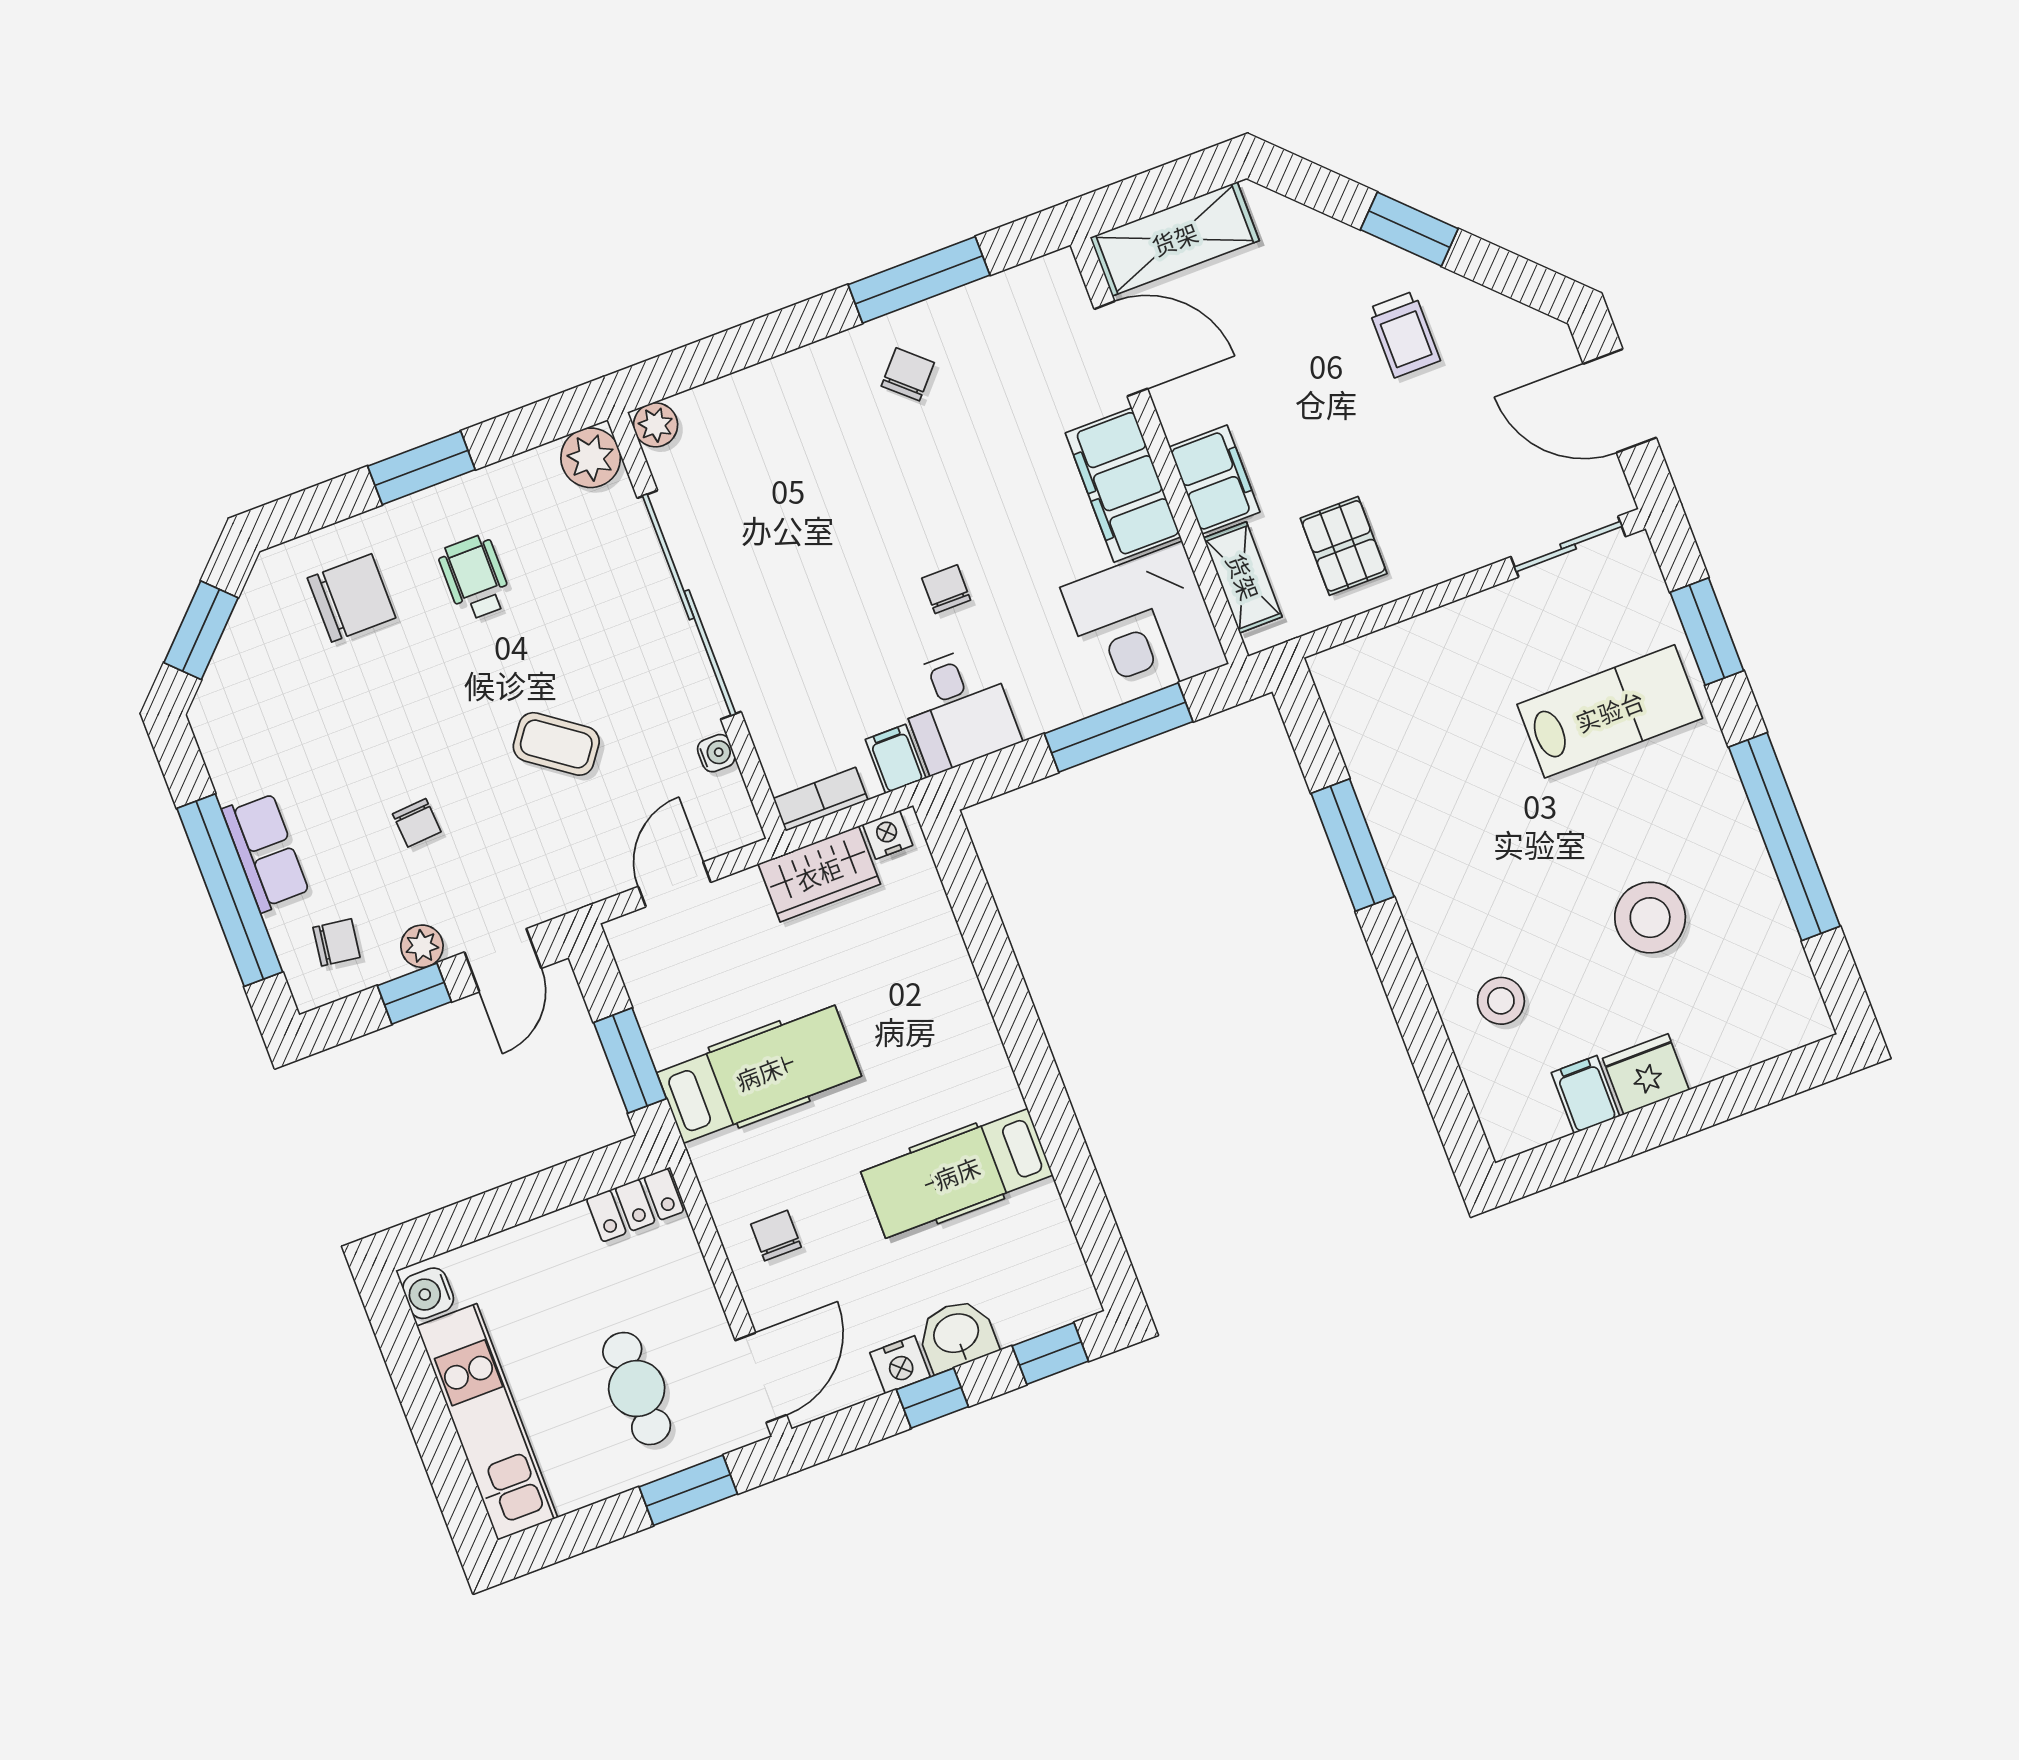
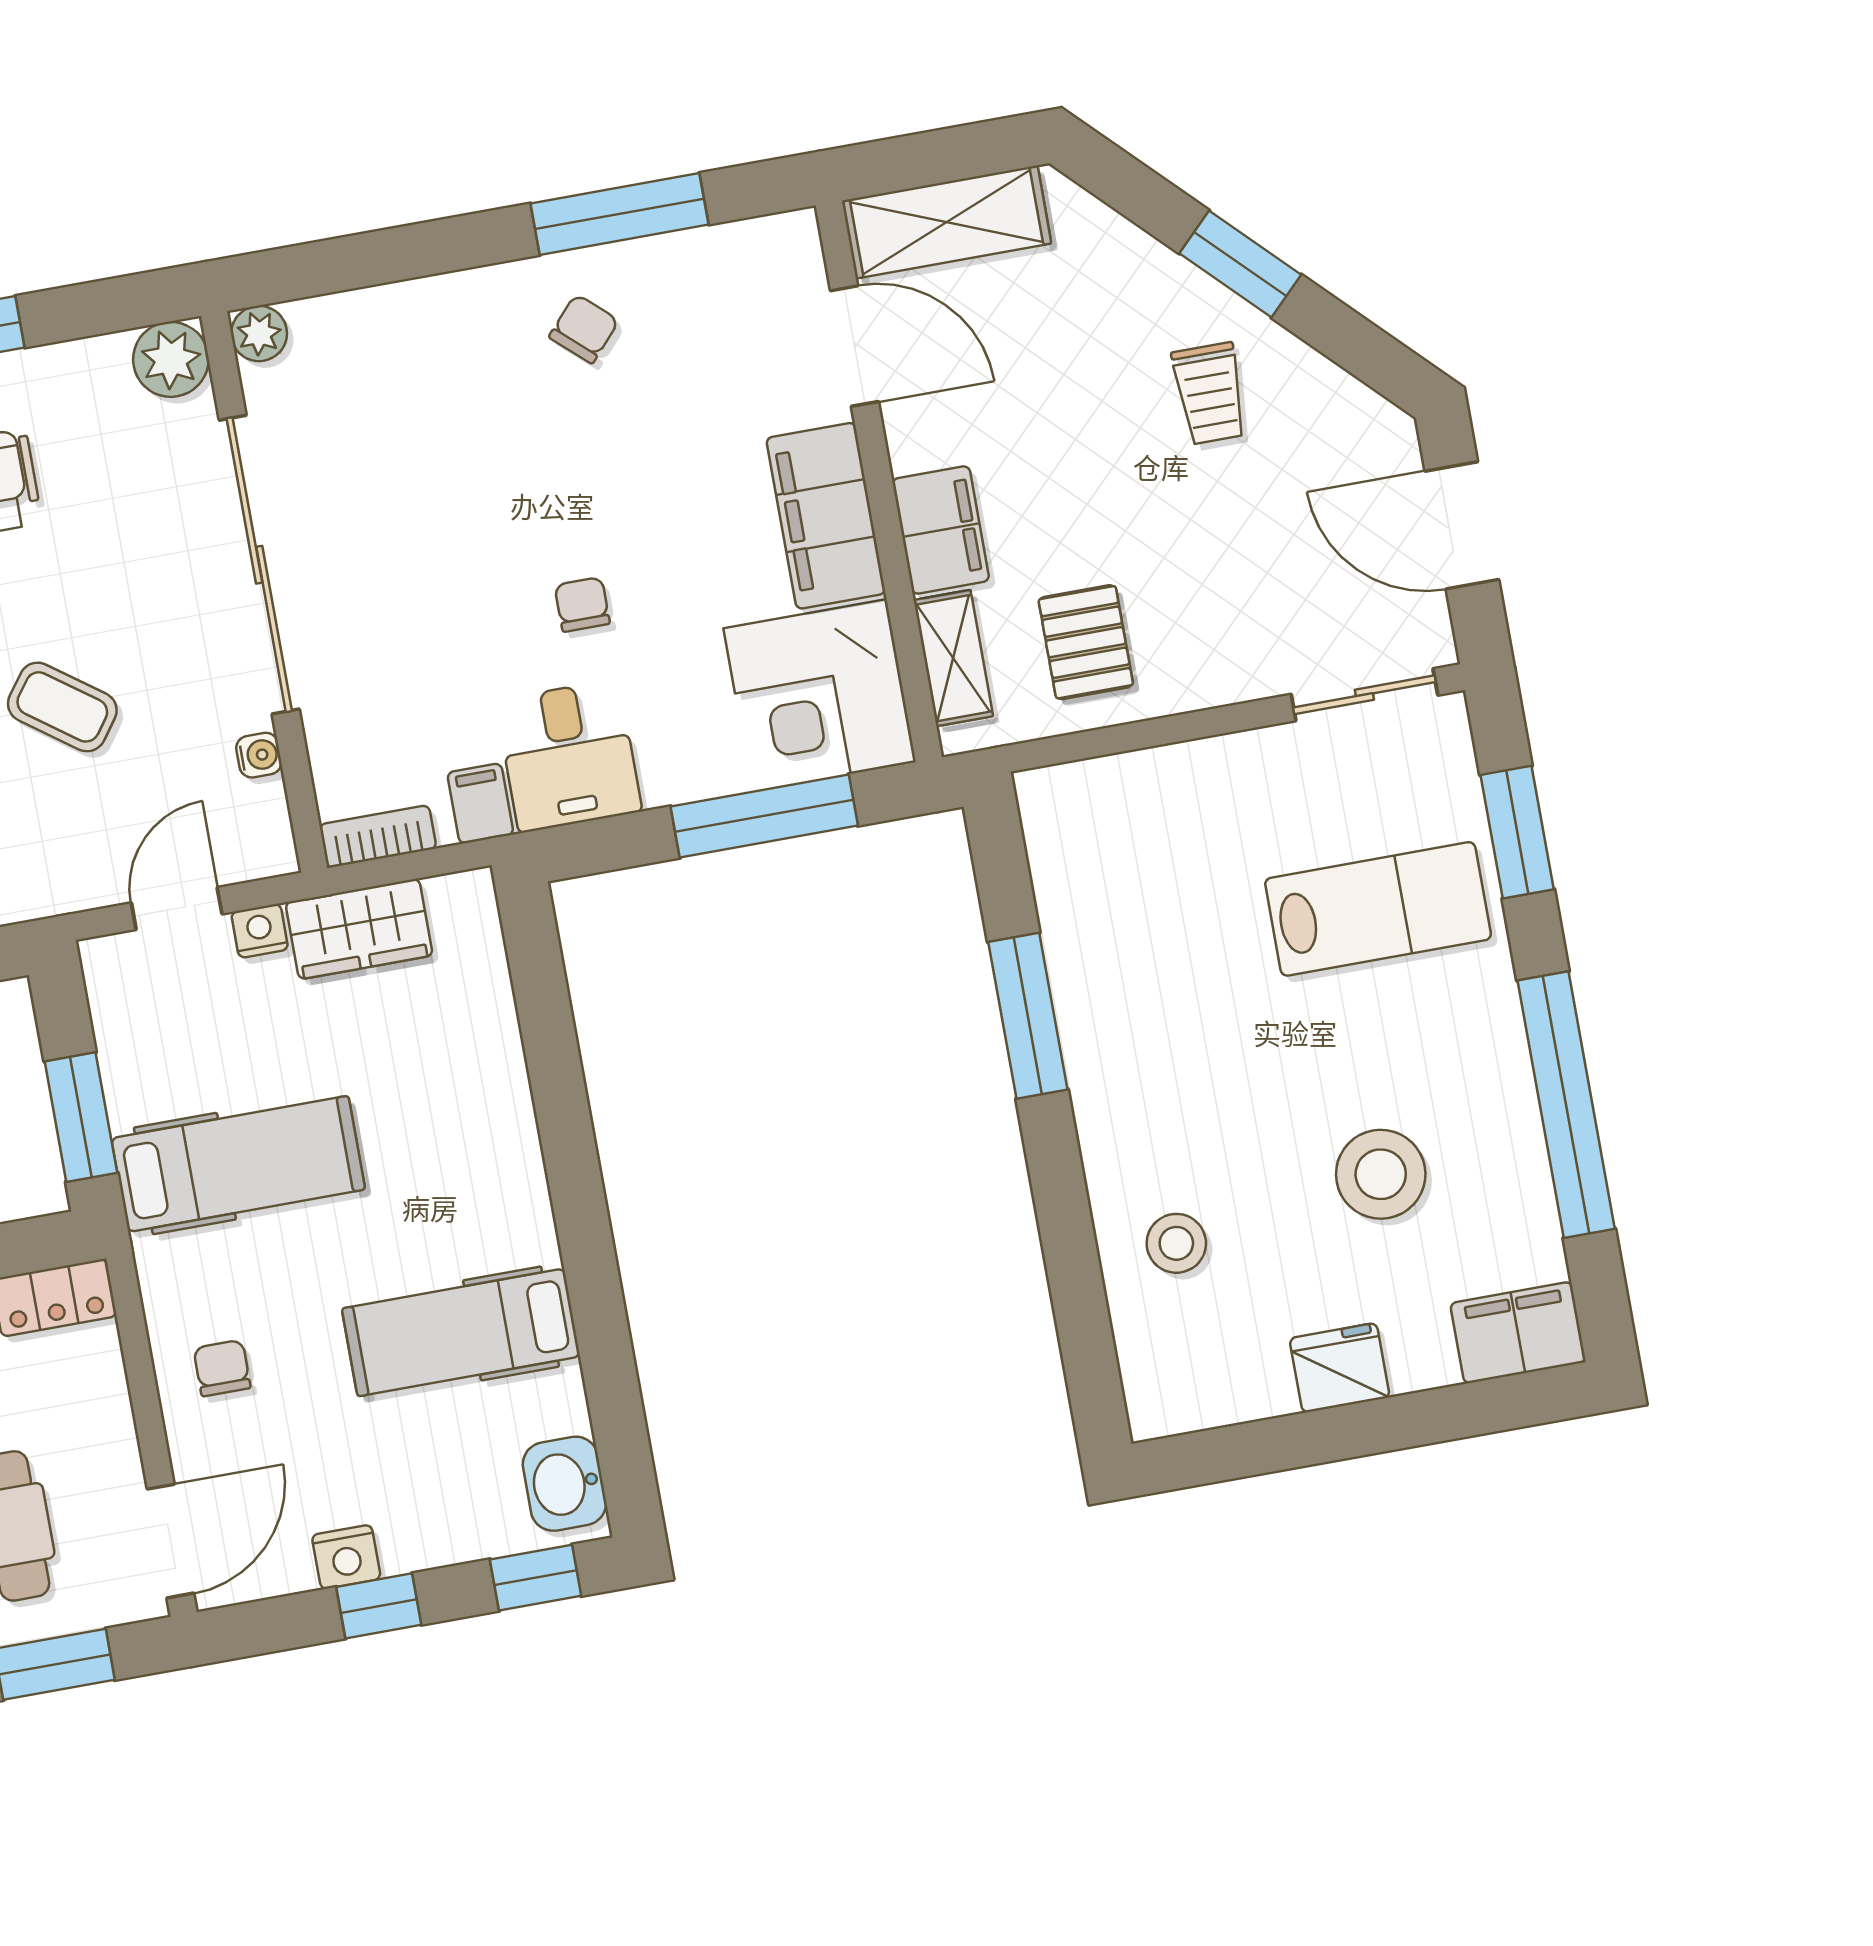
nightstand: (888, 835) -> (260, 931), moved
filing cabinet: (1586, 1094) -> (1518, 1333), moved, width x2.00
washbasin: (957, 1335) -> (565, 1484), moved, turned -90

